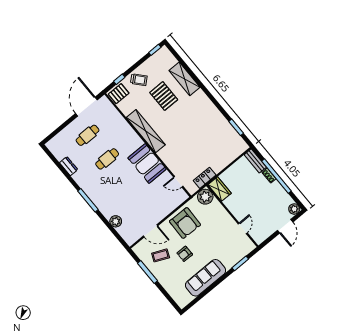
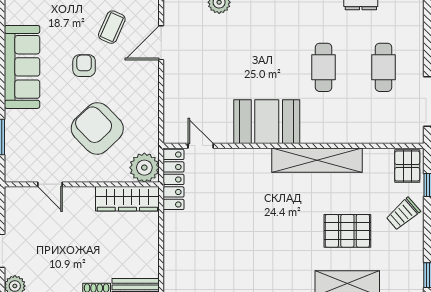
locker: (205, 178) -> (174, 179), width x1.53
door: (178, 182) -> (201, 146), hinge flipped
wardrobe: (220, 189) -> (127, 199), width x1.50
armchair: (185, 223) -> (97, 128), moved, turned 45

